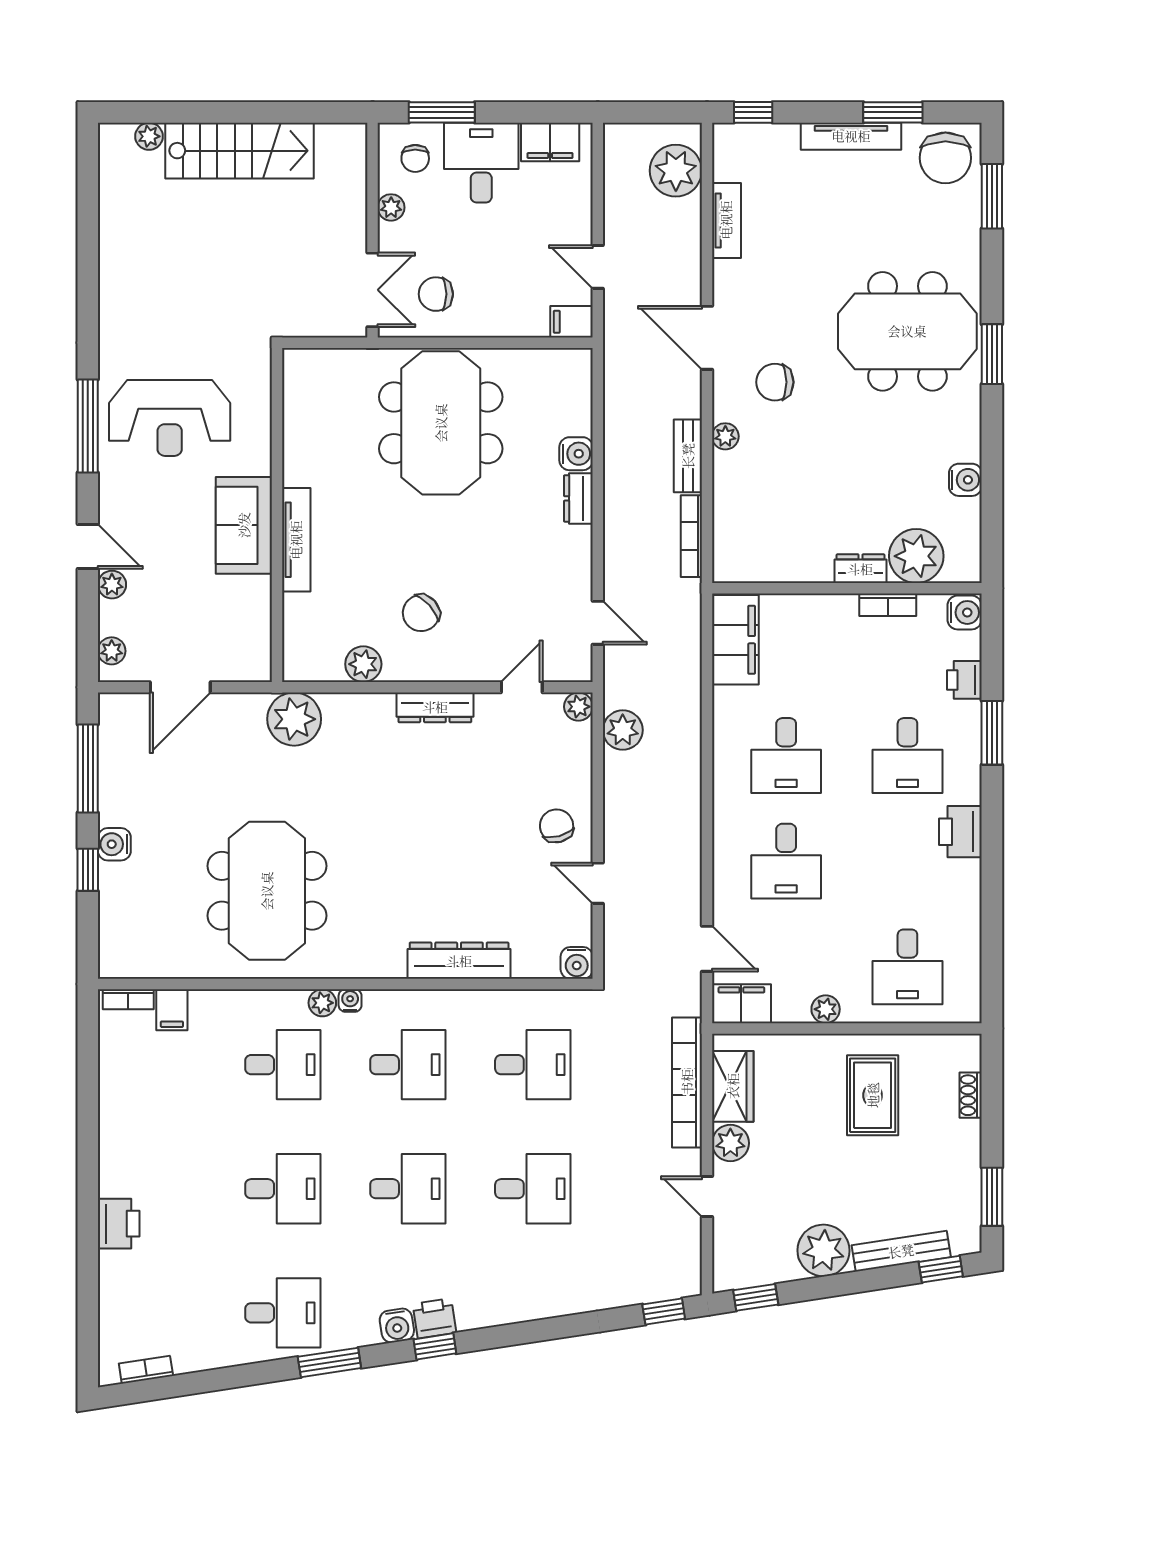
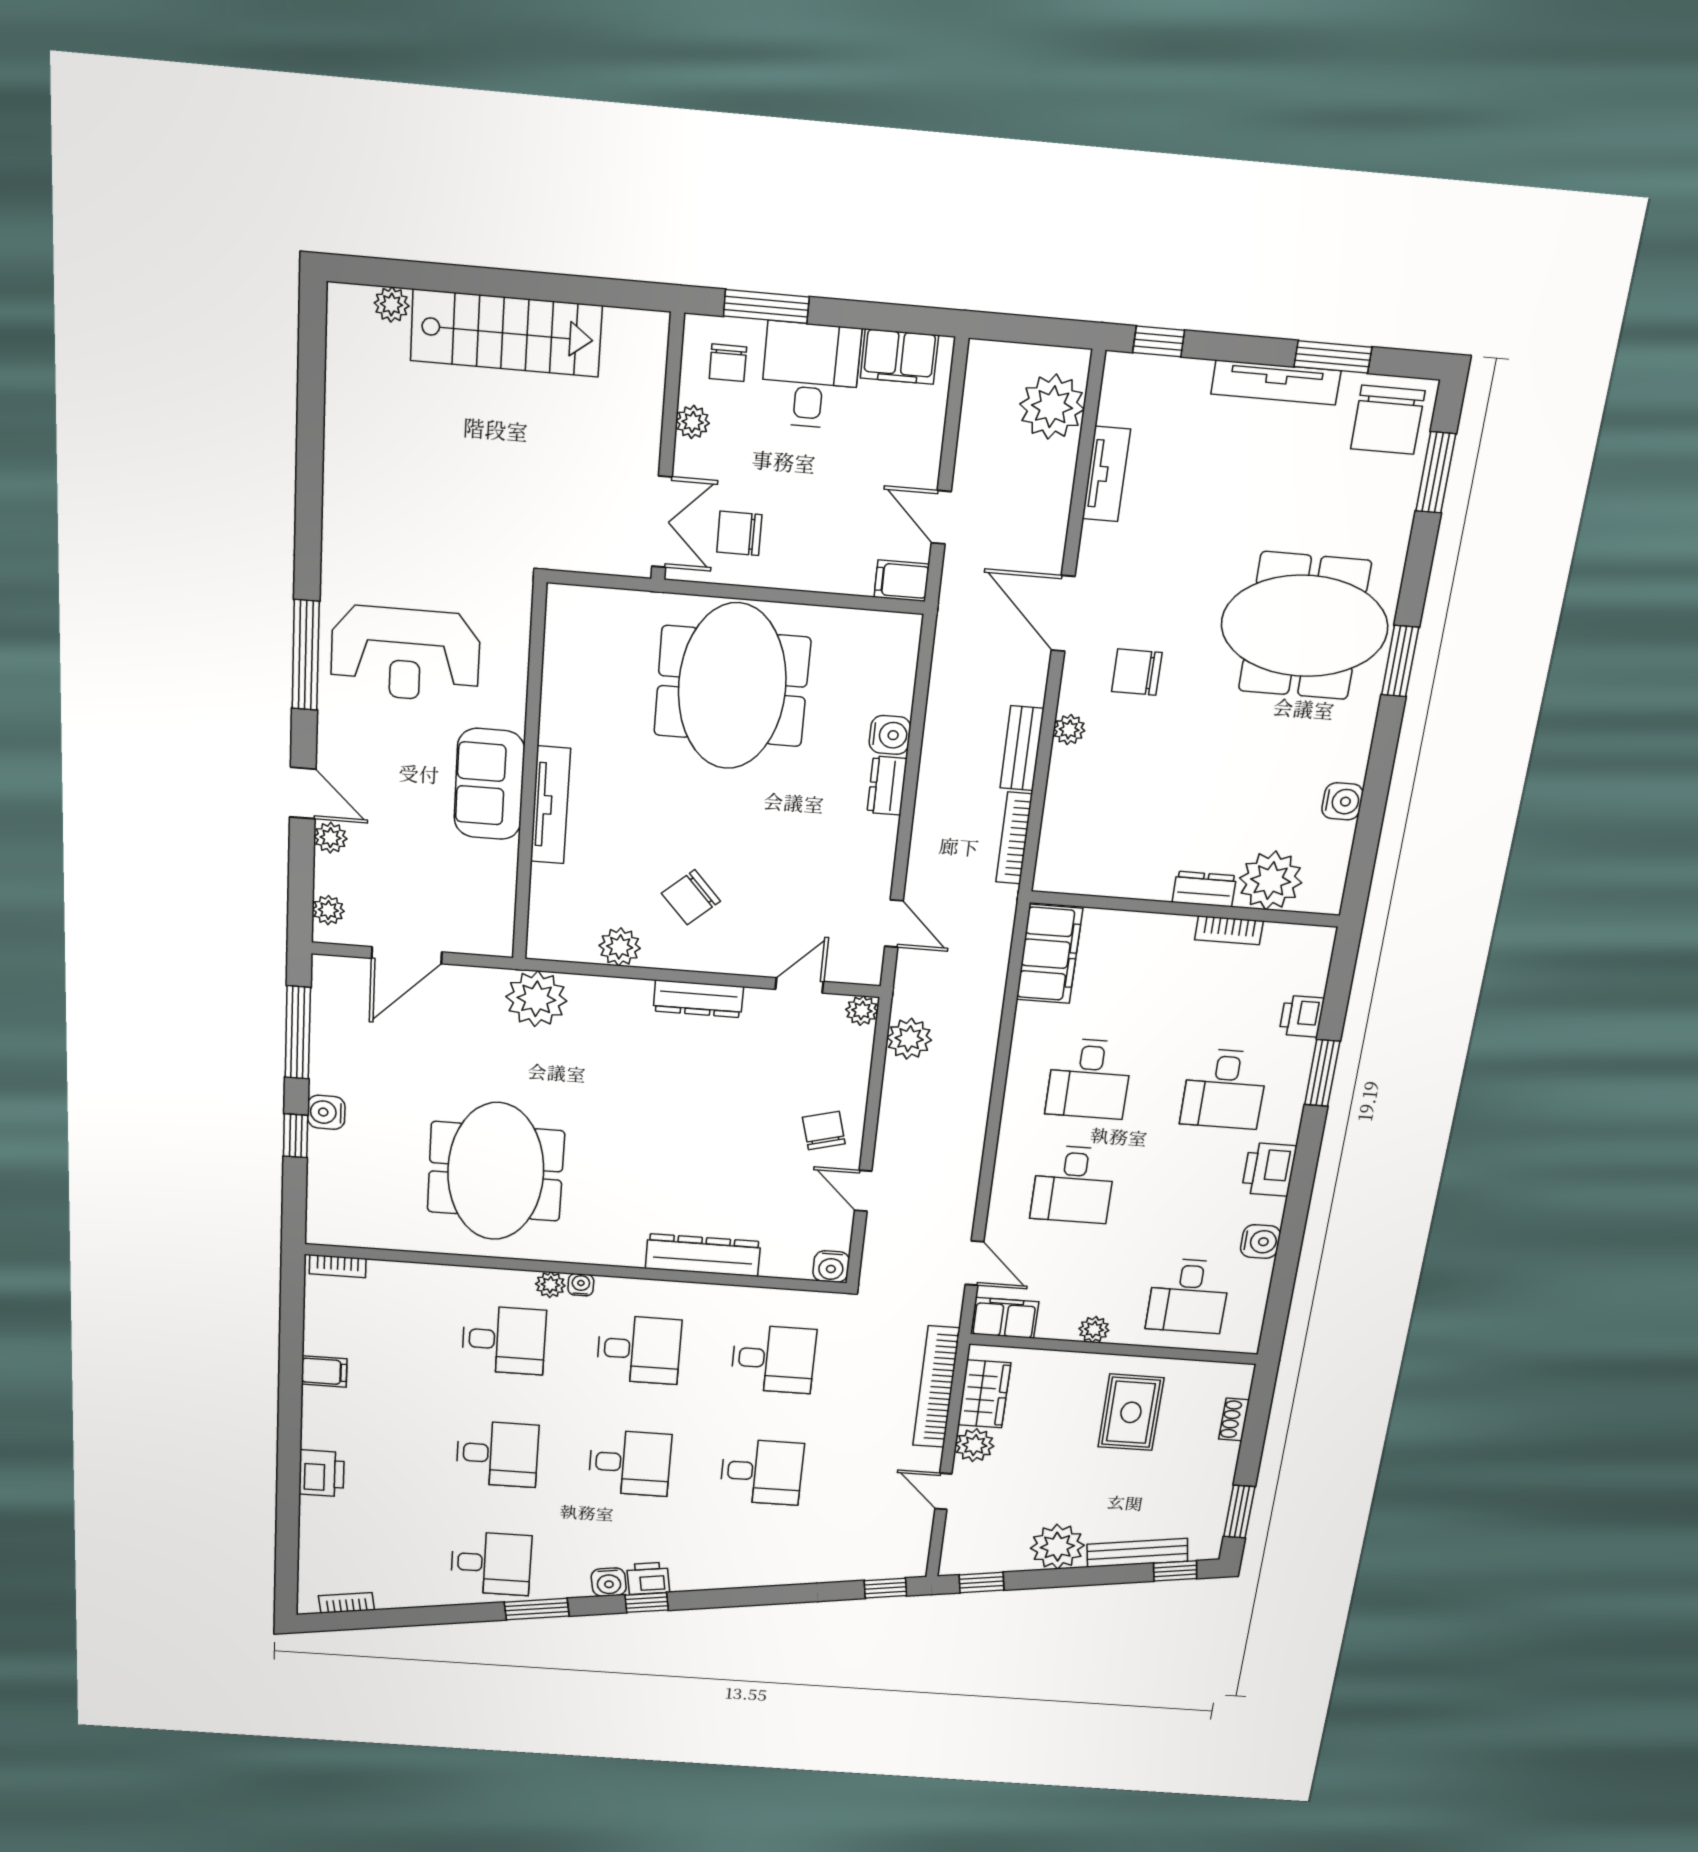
water cooler: (965, 612) -> (1260, 1241), moved
filing cabinet: (172, 1010) -> (324, 1371), moved, turned -90

